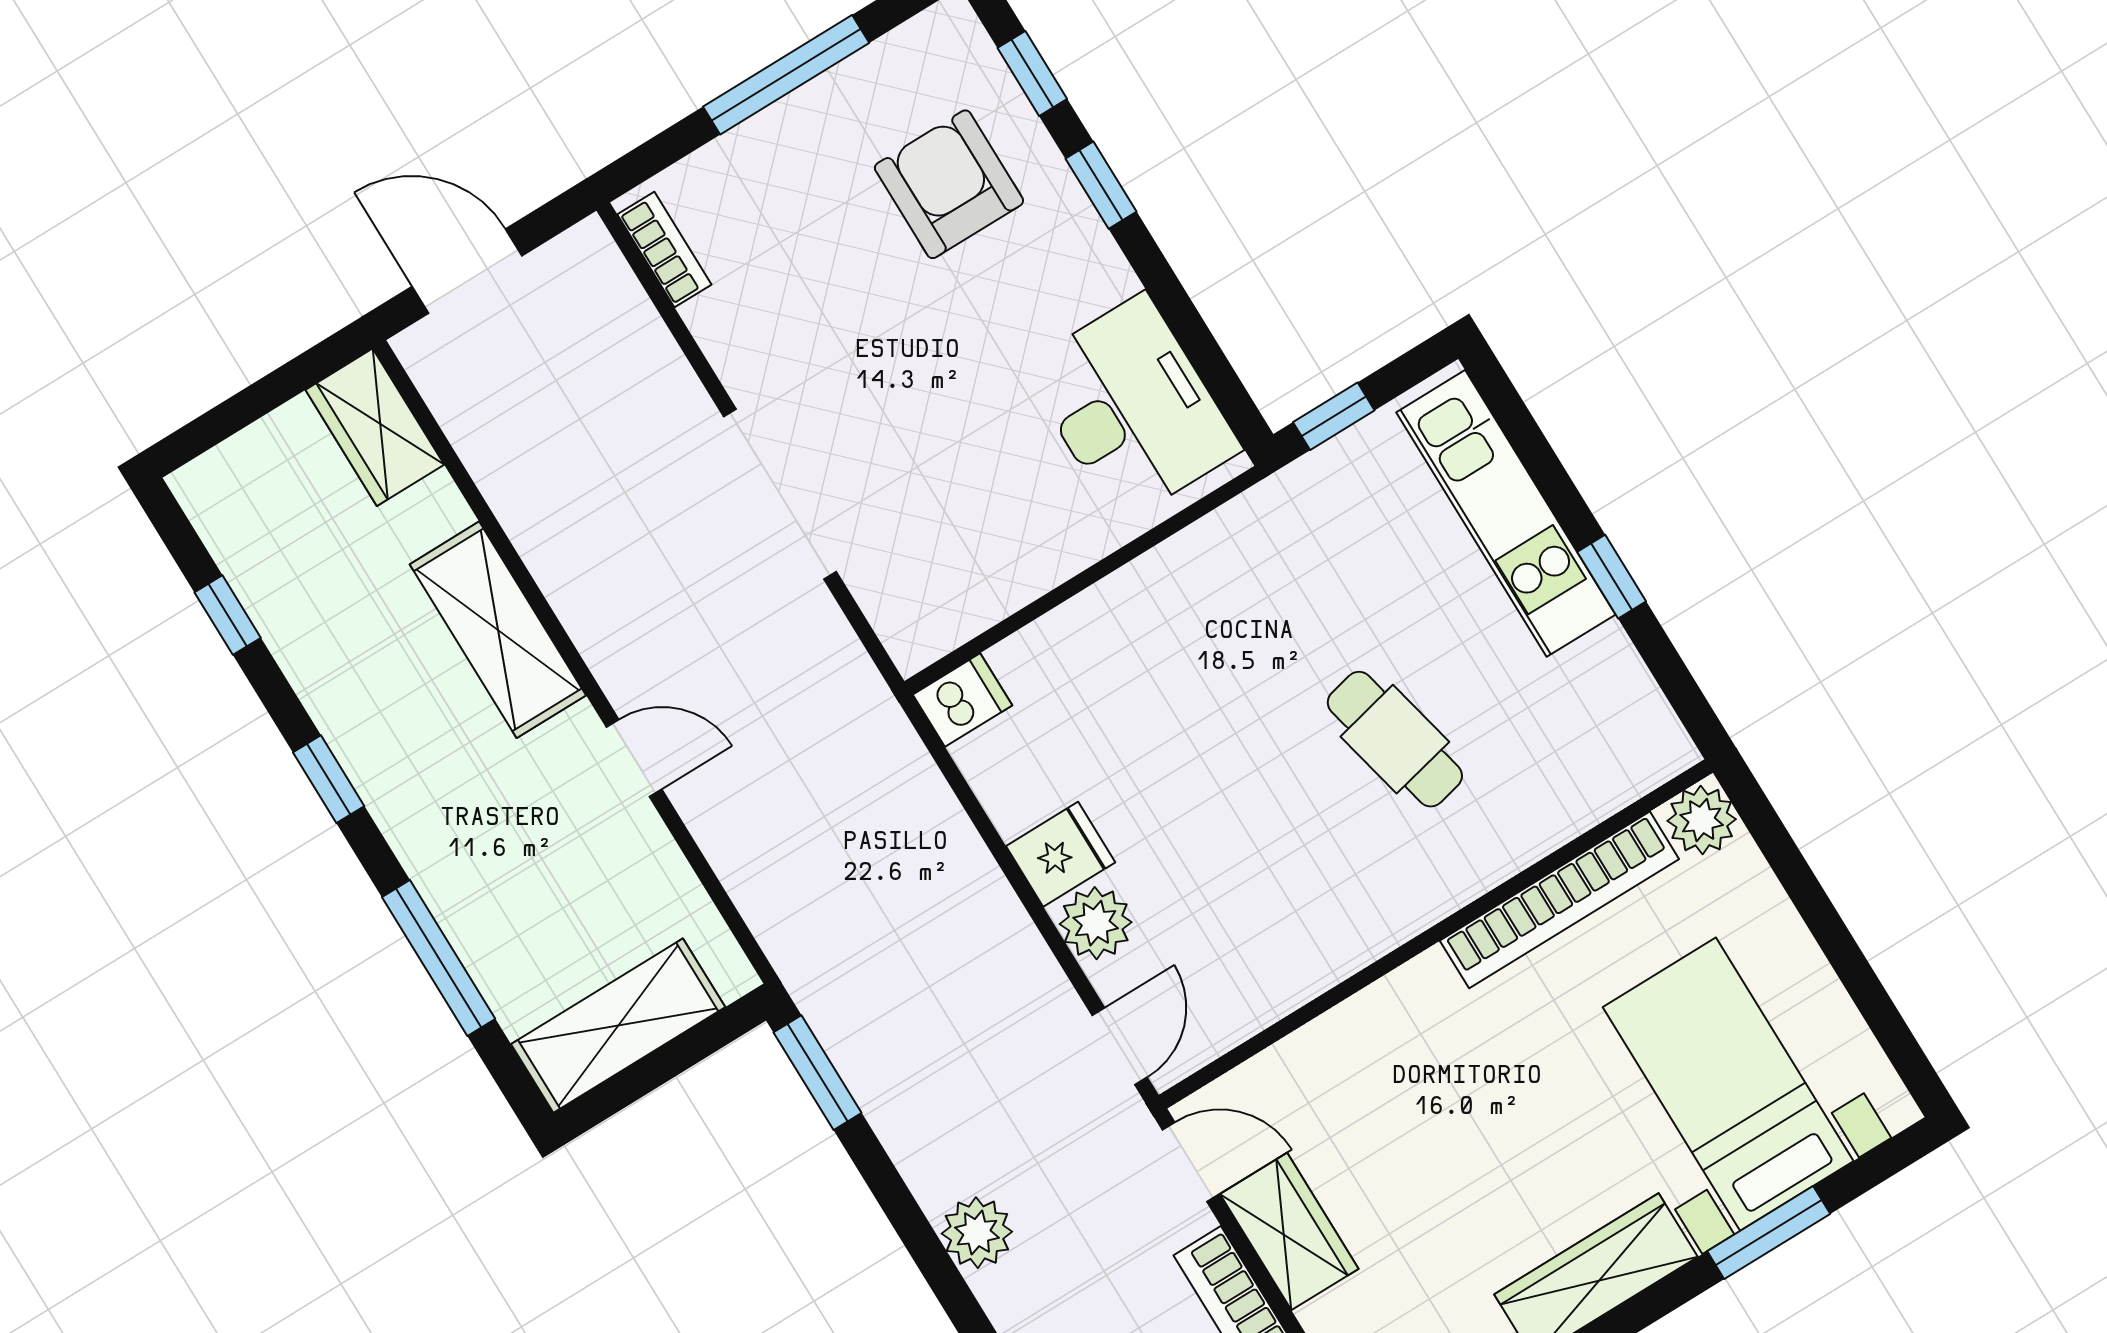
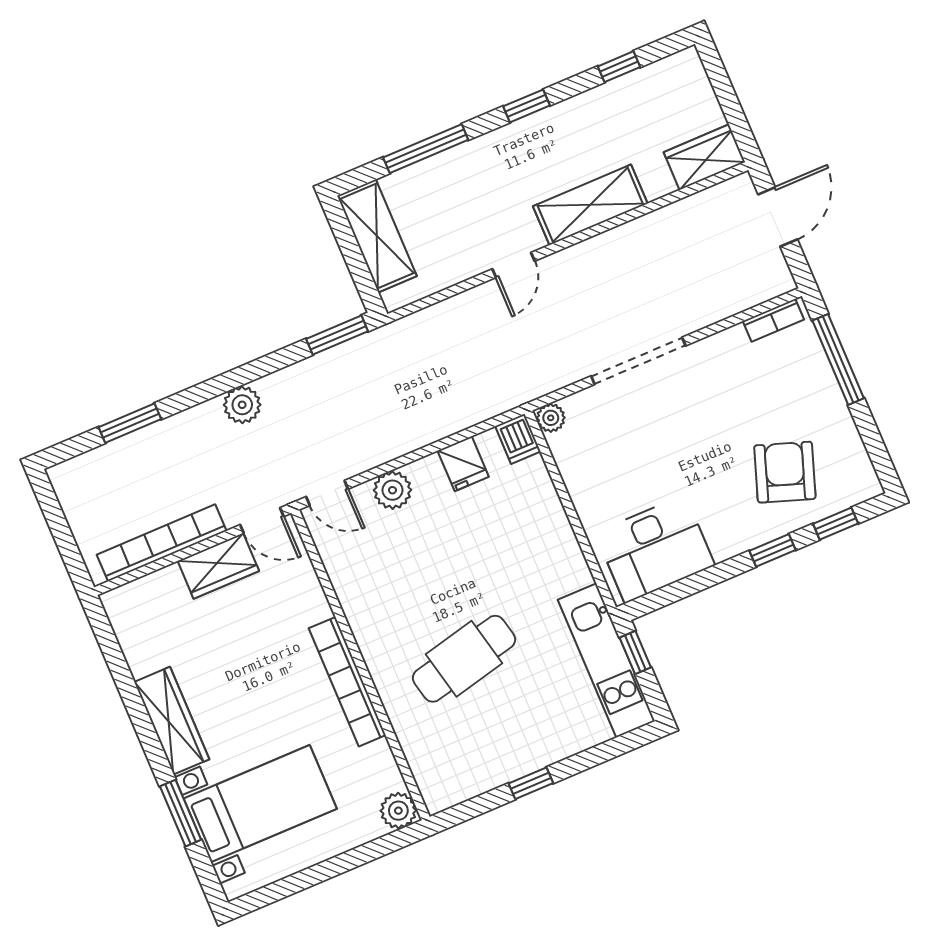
window: (786, 75) -> (838, 359), moved
armchair: (949, 184) -> (785, 472), turned -71
kitchen unit: (1506, 513) -> (606, 660), moved, turned -90
plant: (913, 644) -> (551, 418), added
cafe table: (1395, 739) -> (464, 659), width x1.37, depth x1.35
fridge: (1061, 854) -> (463, 464), moved
bookcase: (1559, 900) -> (347, 682), moved
door: (1191, 1162) -> (262, 521), hinge flipped

